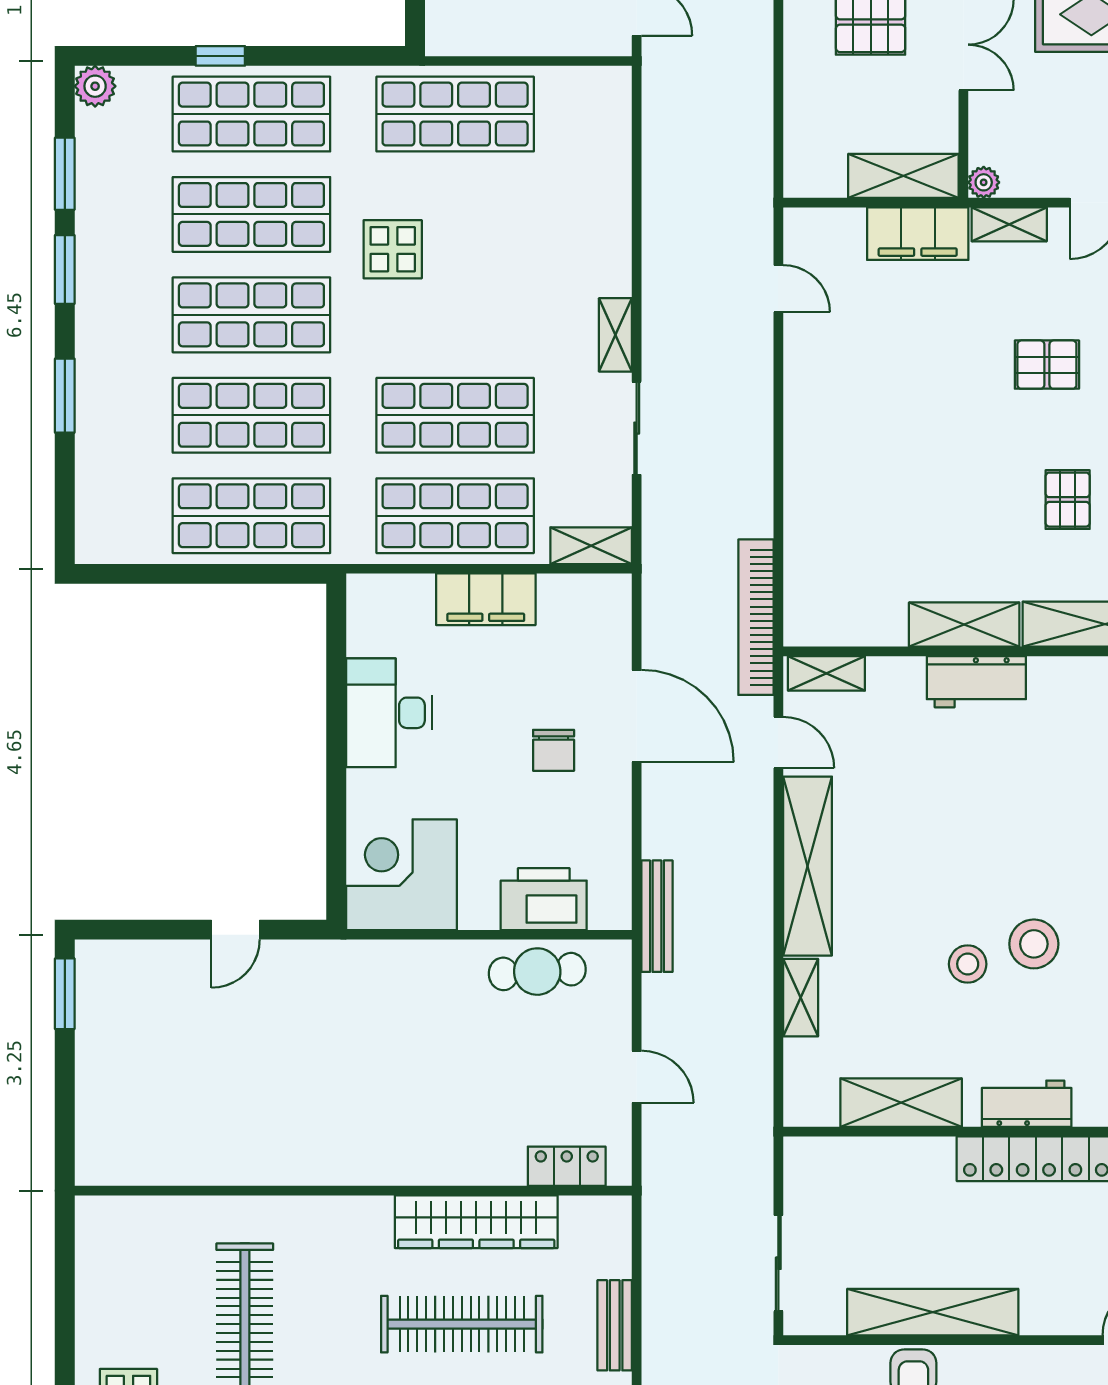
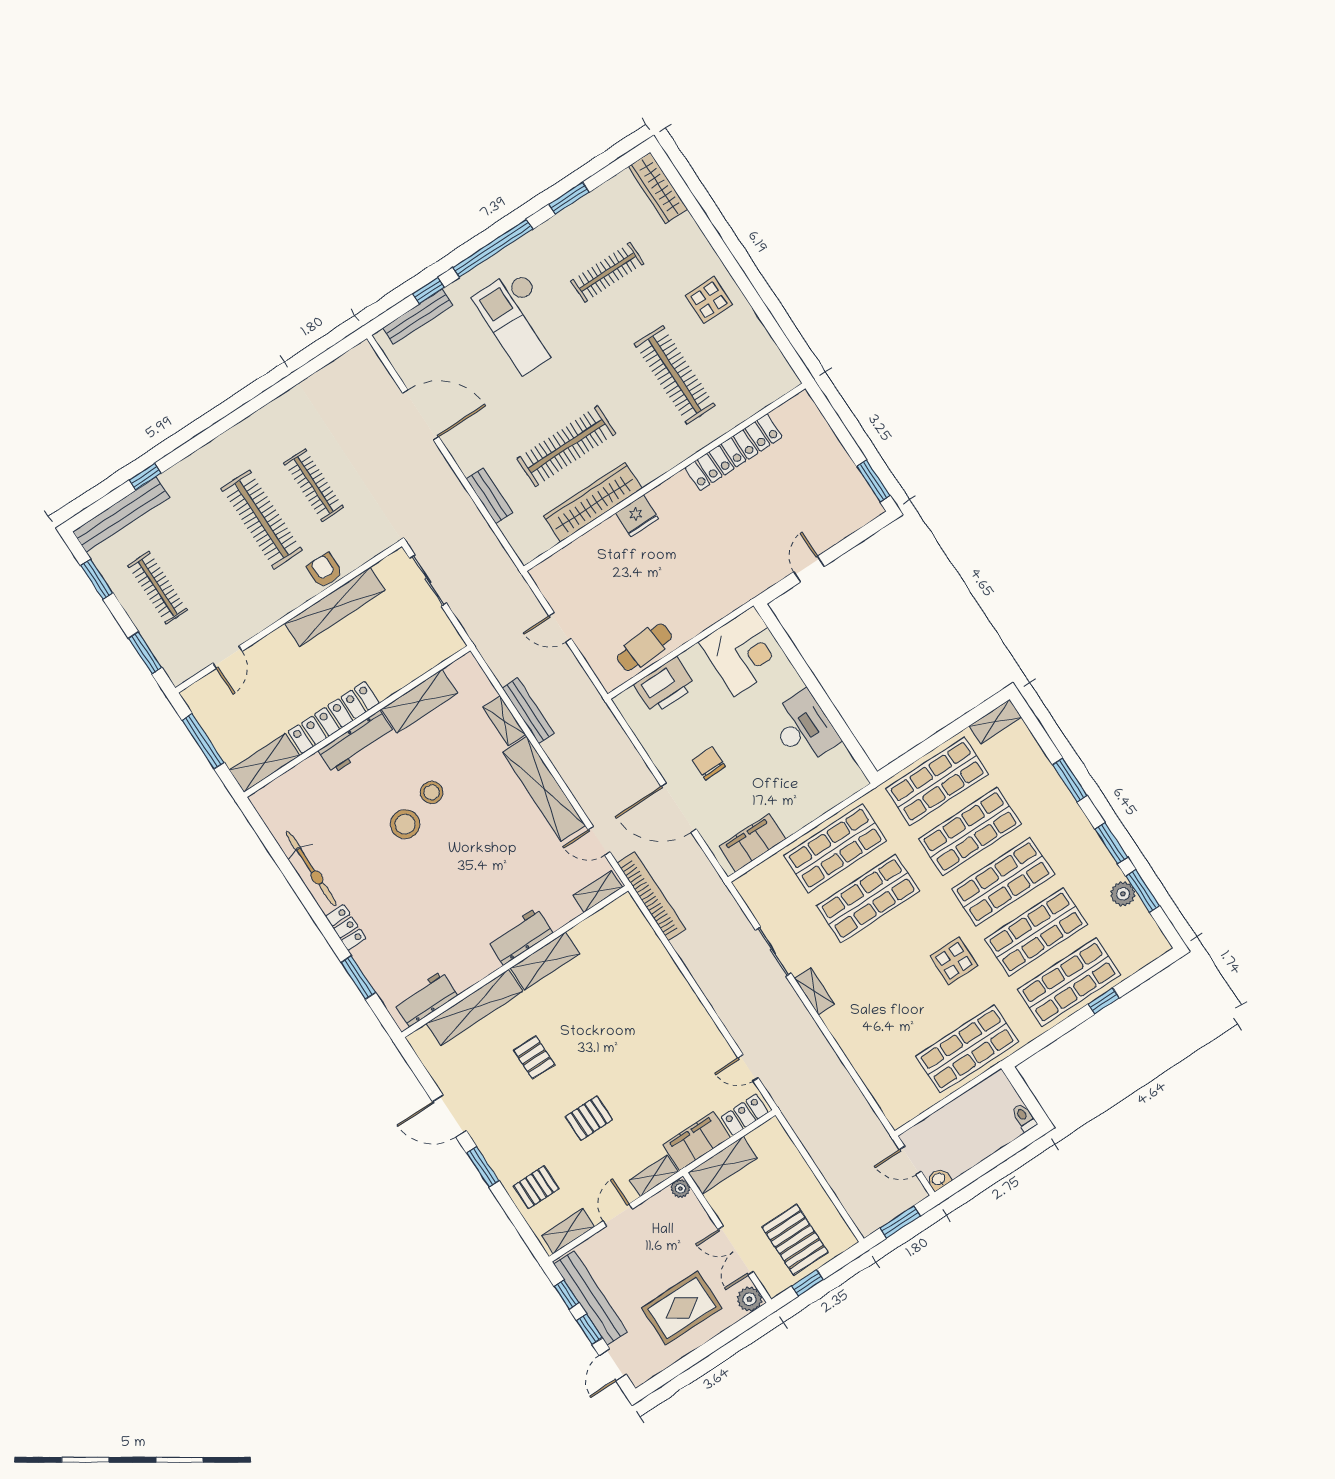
plant: (95, 86) -> (1123, 894), moved
locker: (826, 226) -> (745, 1115), added
shelving: (591, 546) -> (995, 722), moved
filing cabinet: (486, 599) -> (752, 843), moved
bench: (657, 916) -> (528, 711), moved
workbench: (1027, 1104) -> (356, 742), width x1.38
fridge: (427, 1162) -> (637, 516), added
locker: (567, 1166) -> (734, 452), moved, width x2.16, depth x1.21

